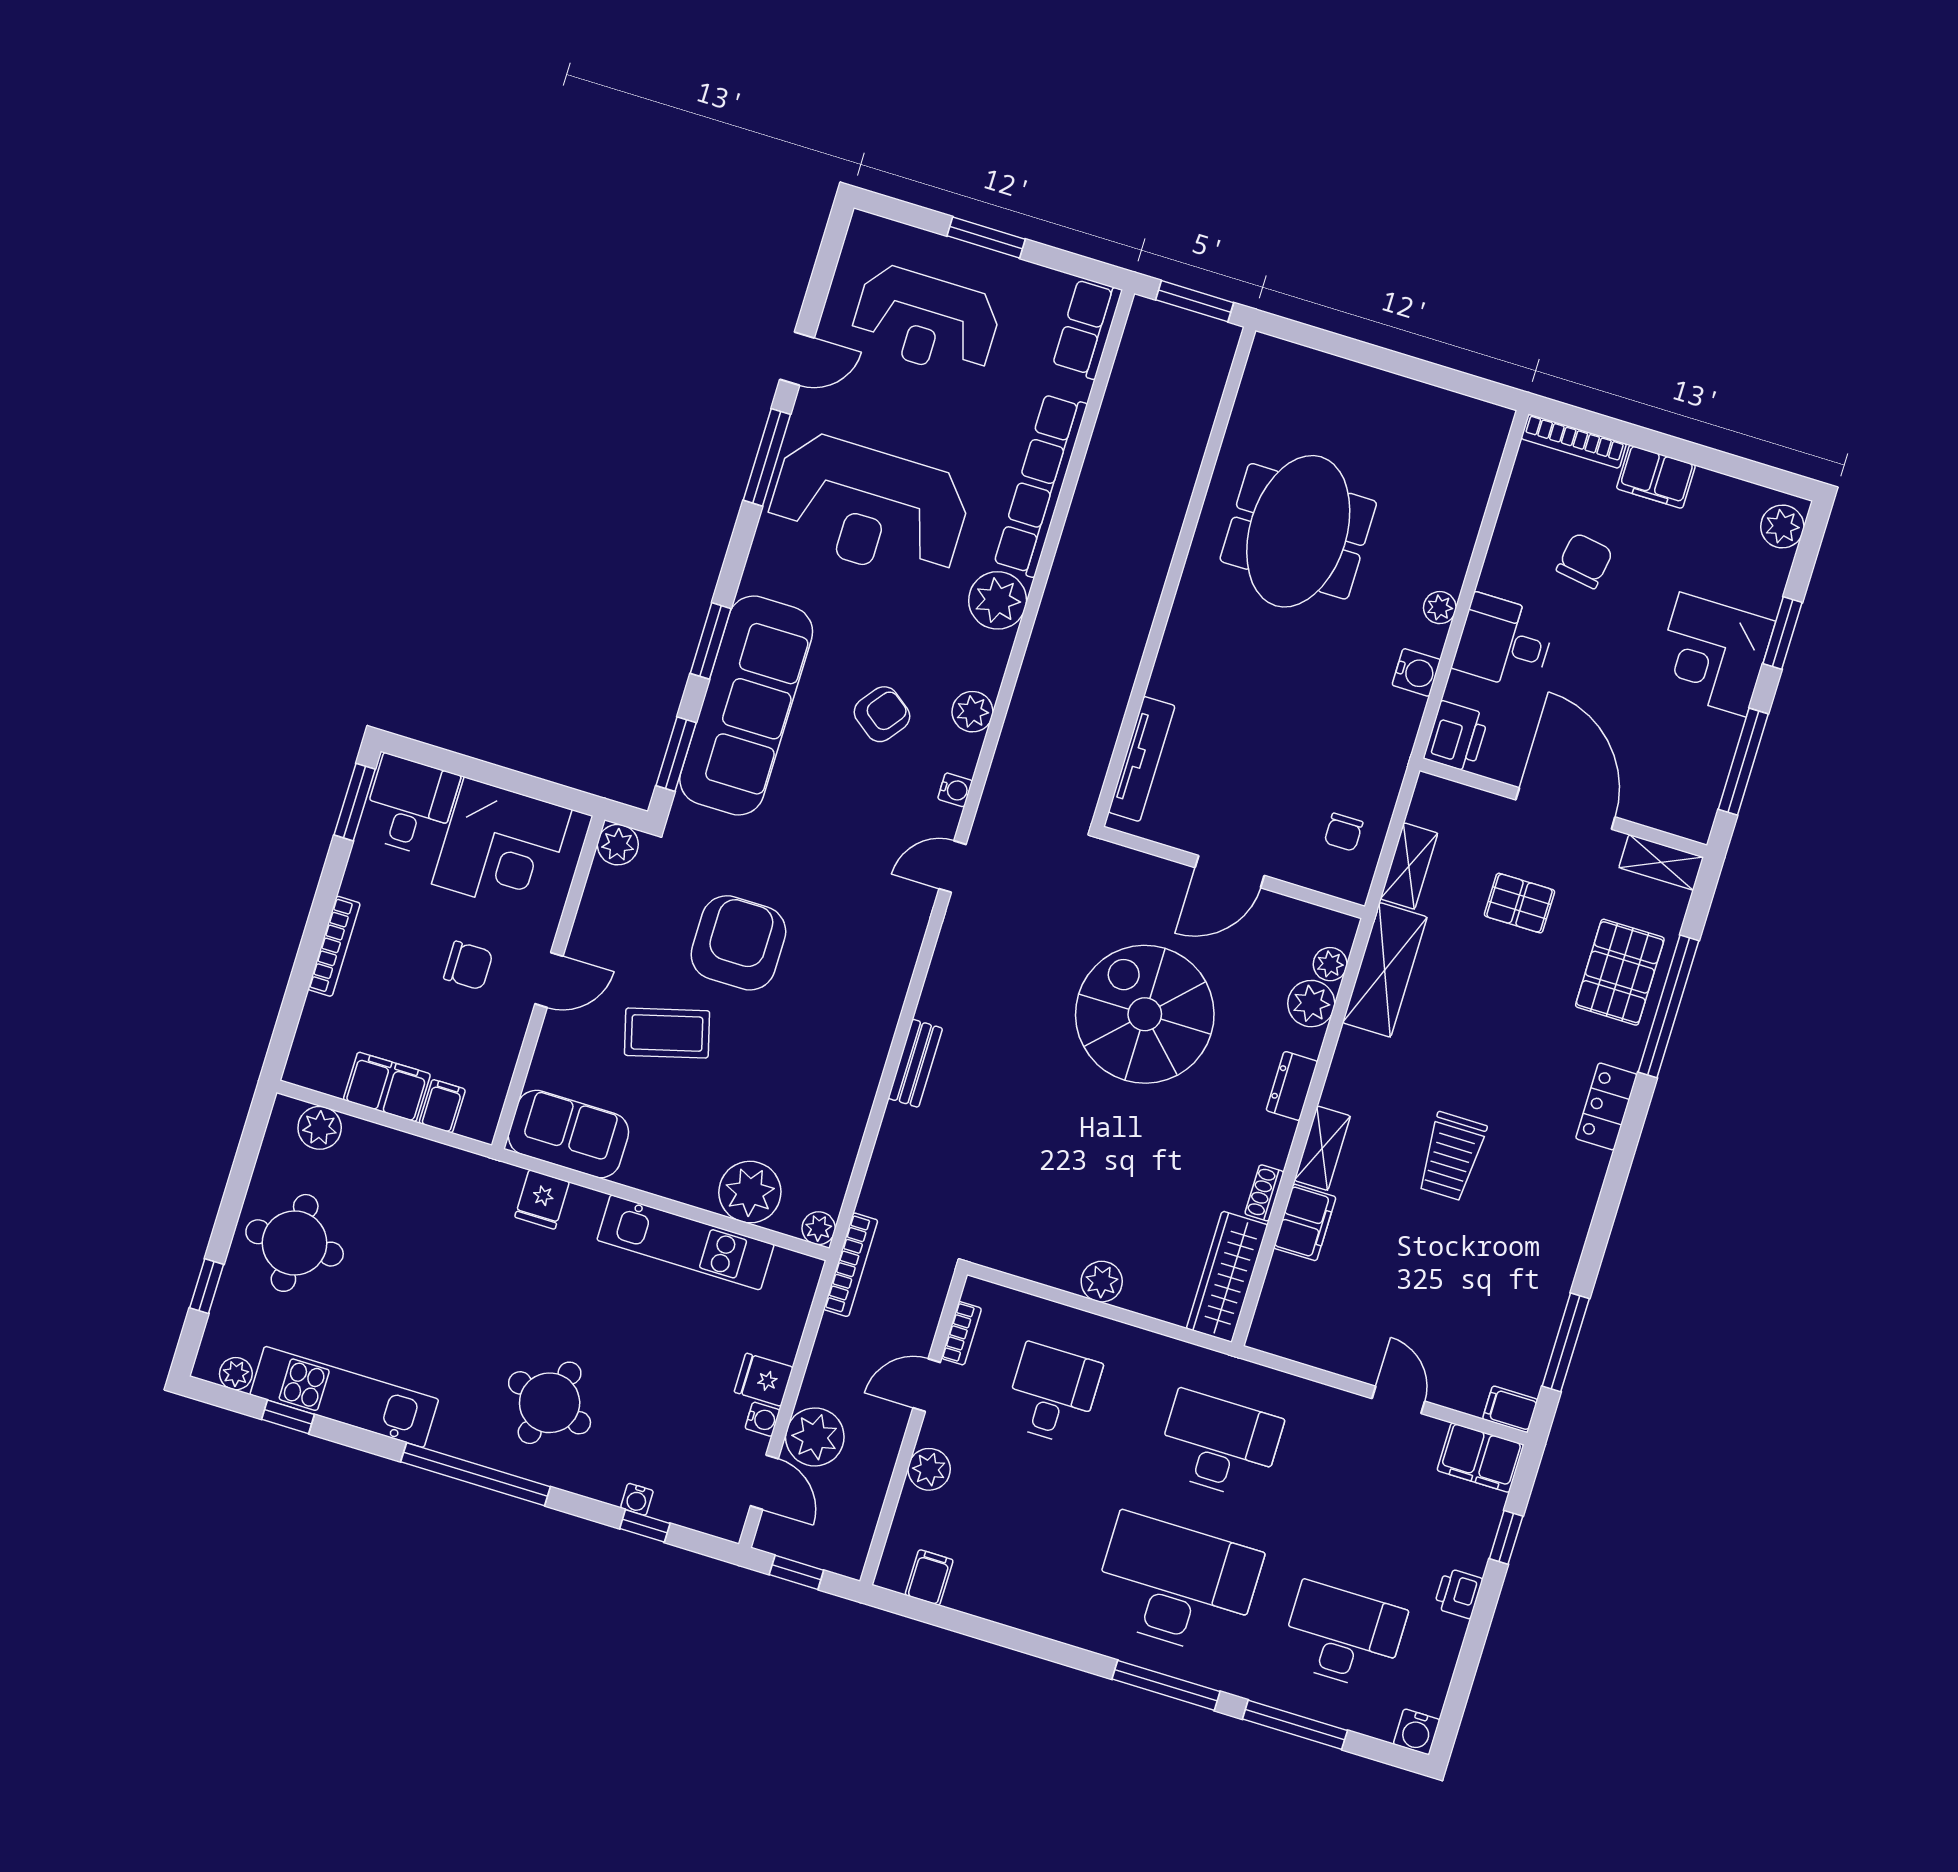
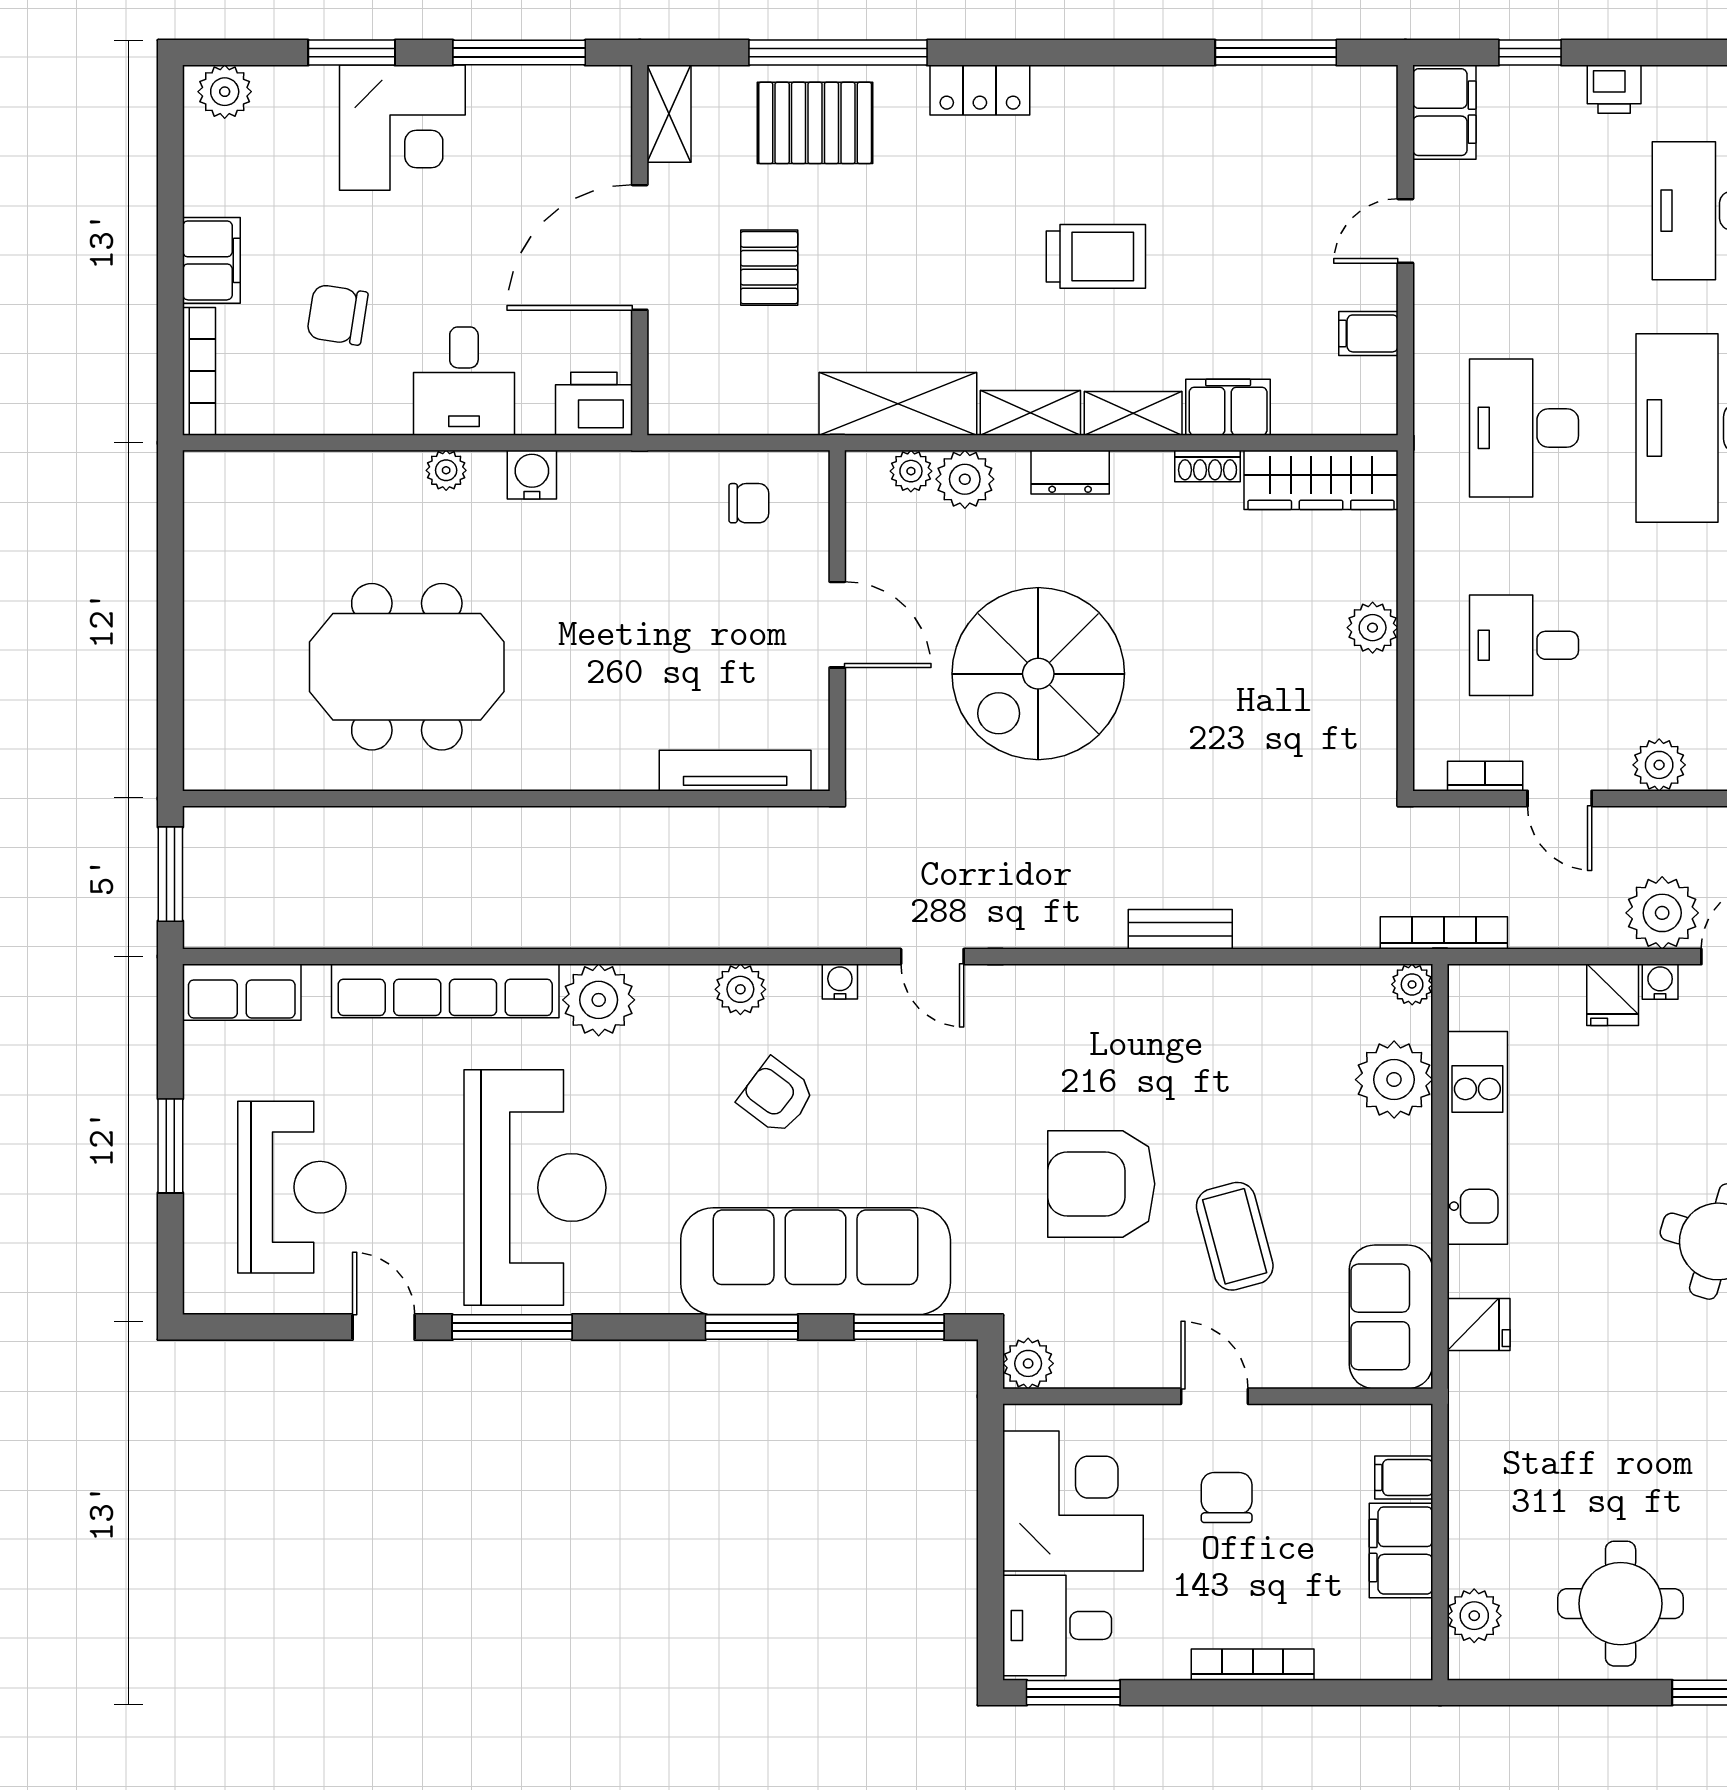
shelving: (1409, 866) -> (1030, 413), moved
filing cabinet: (1510, 1409) -> (1368, 333), moved, turned 90

